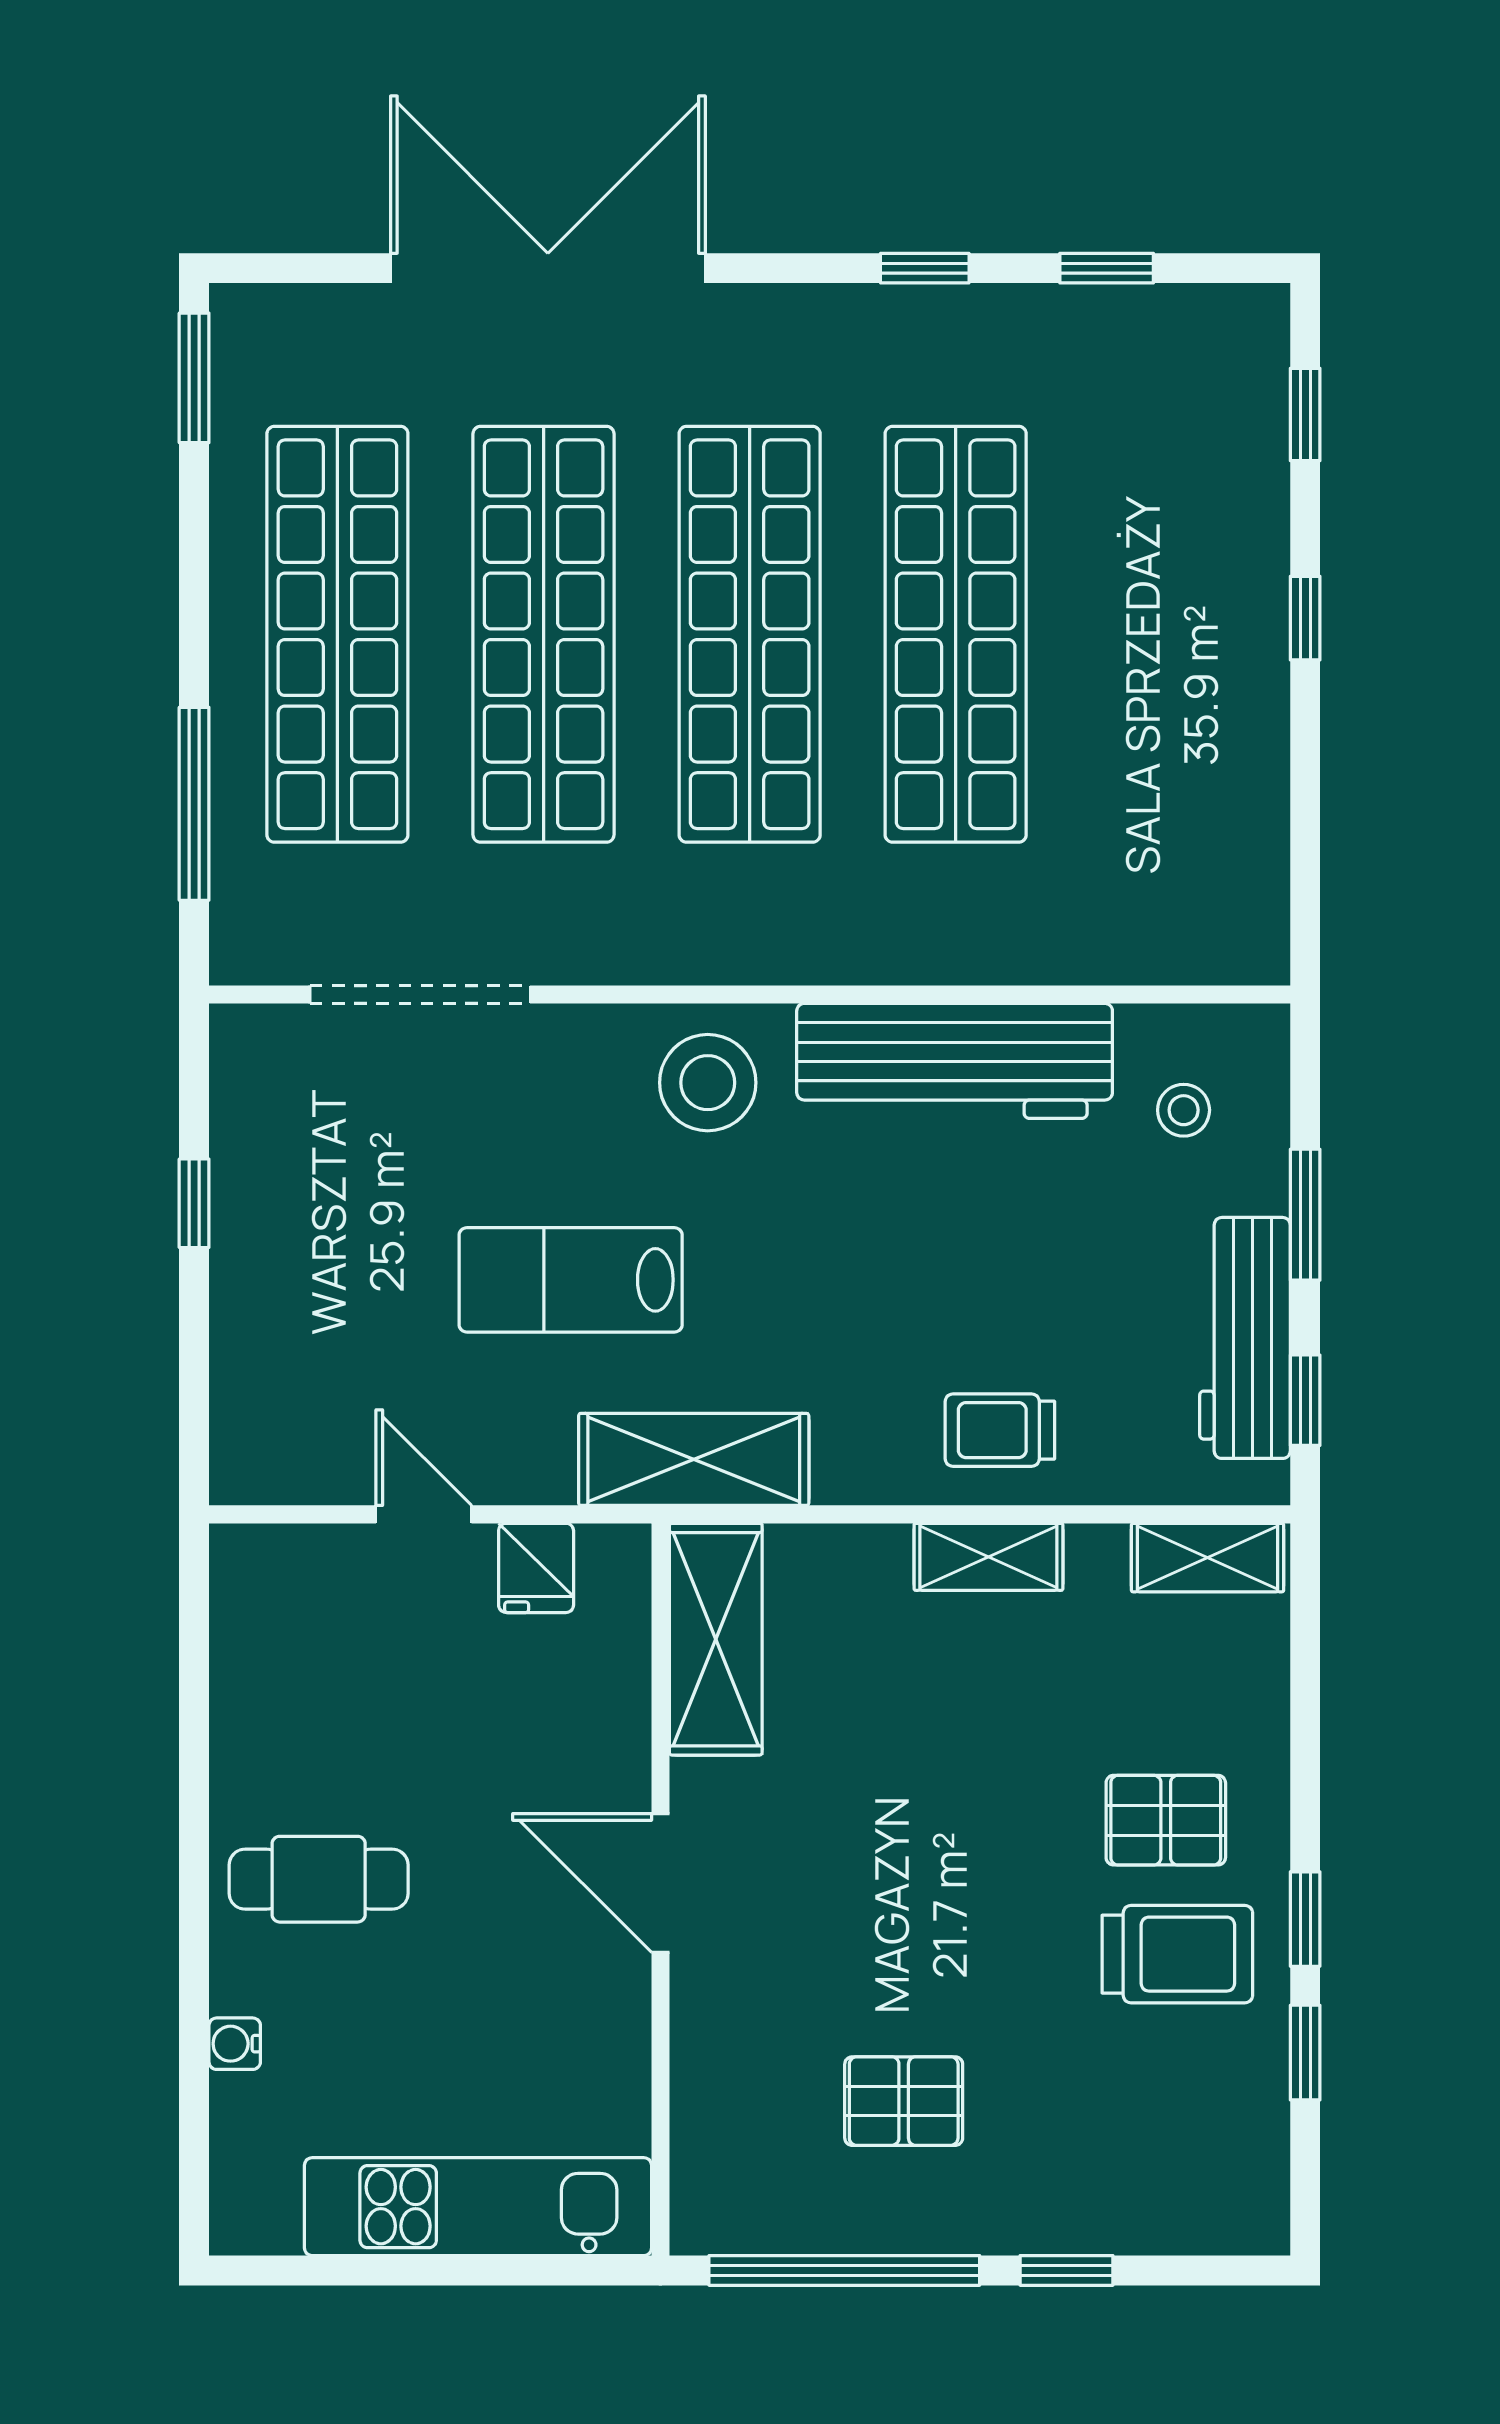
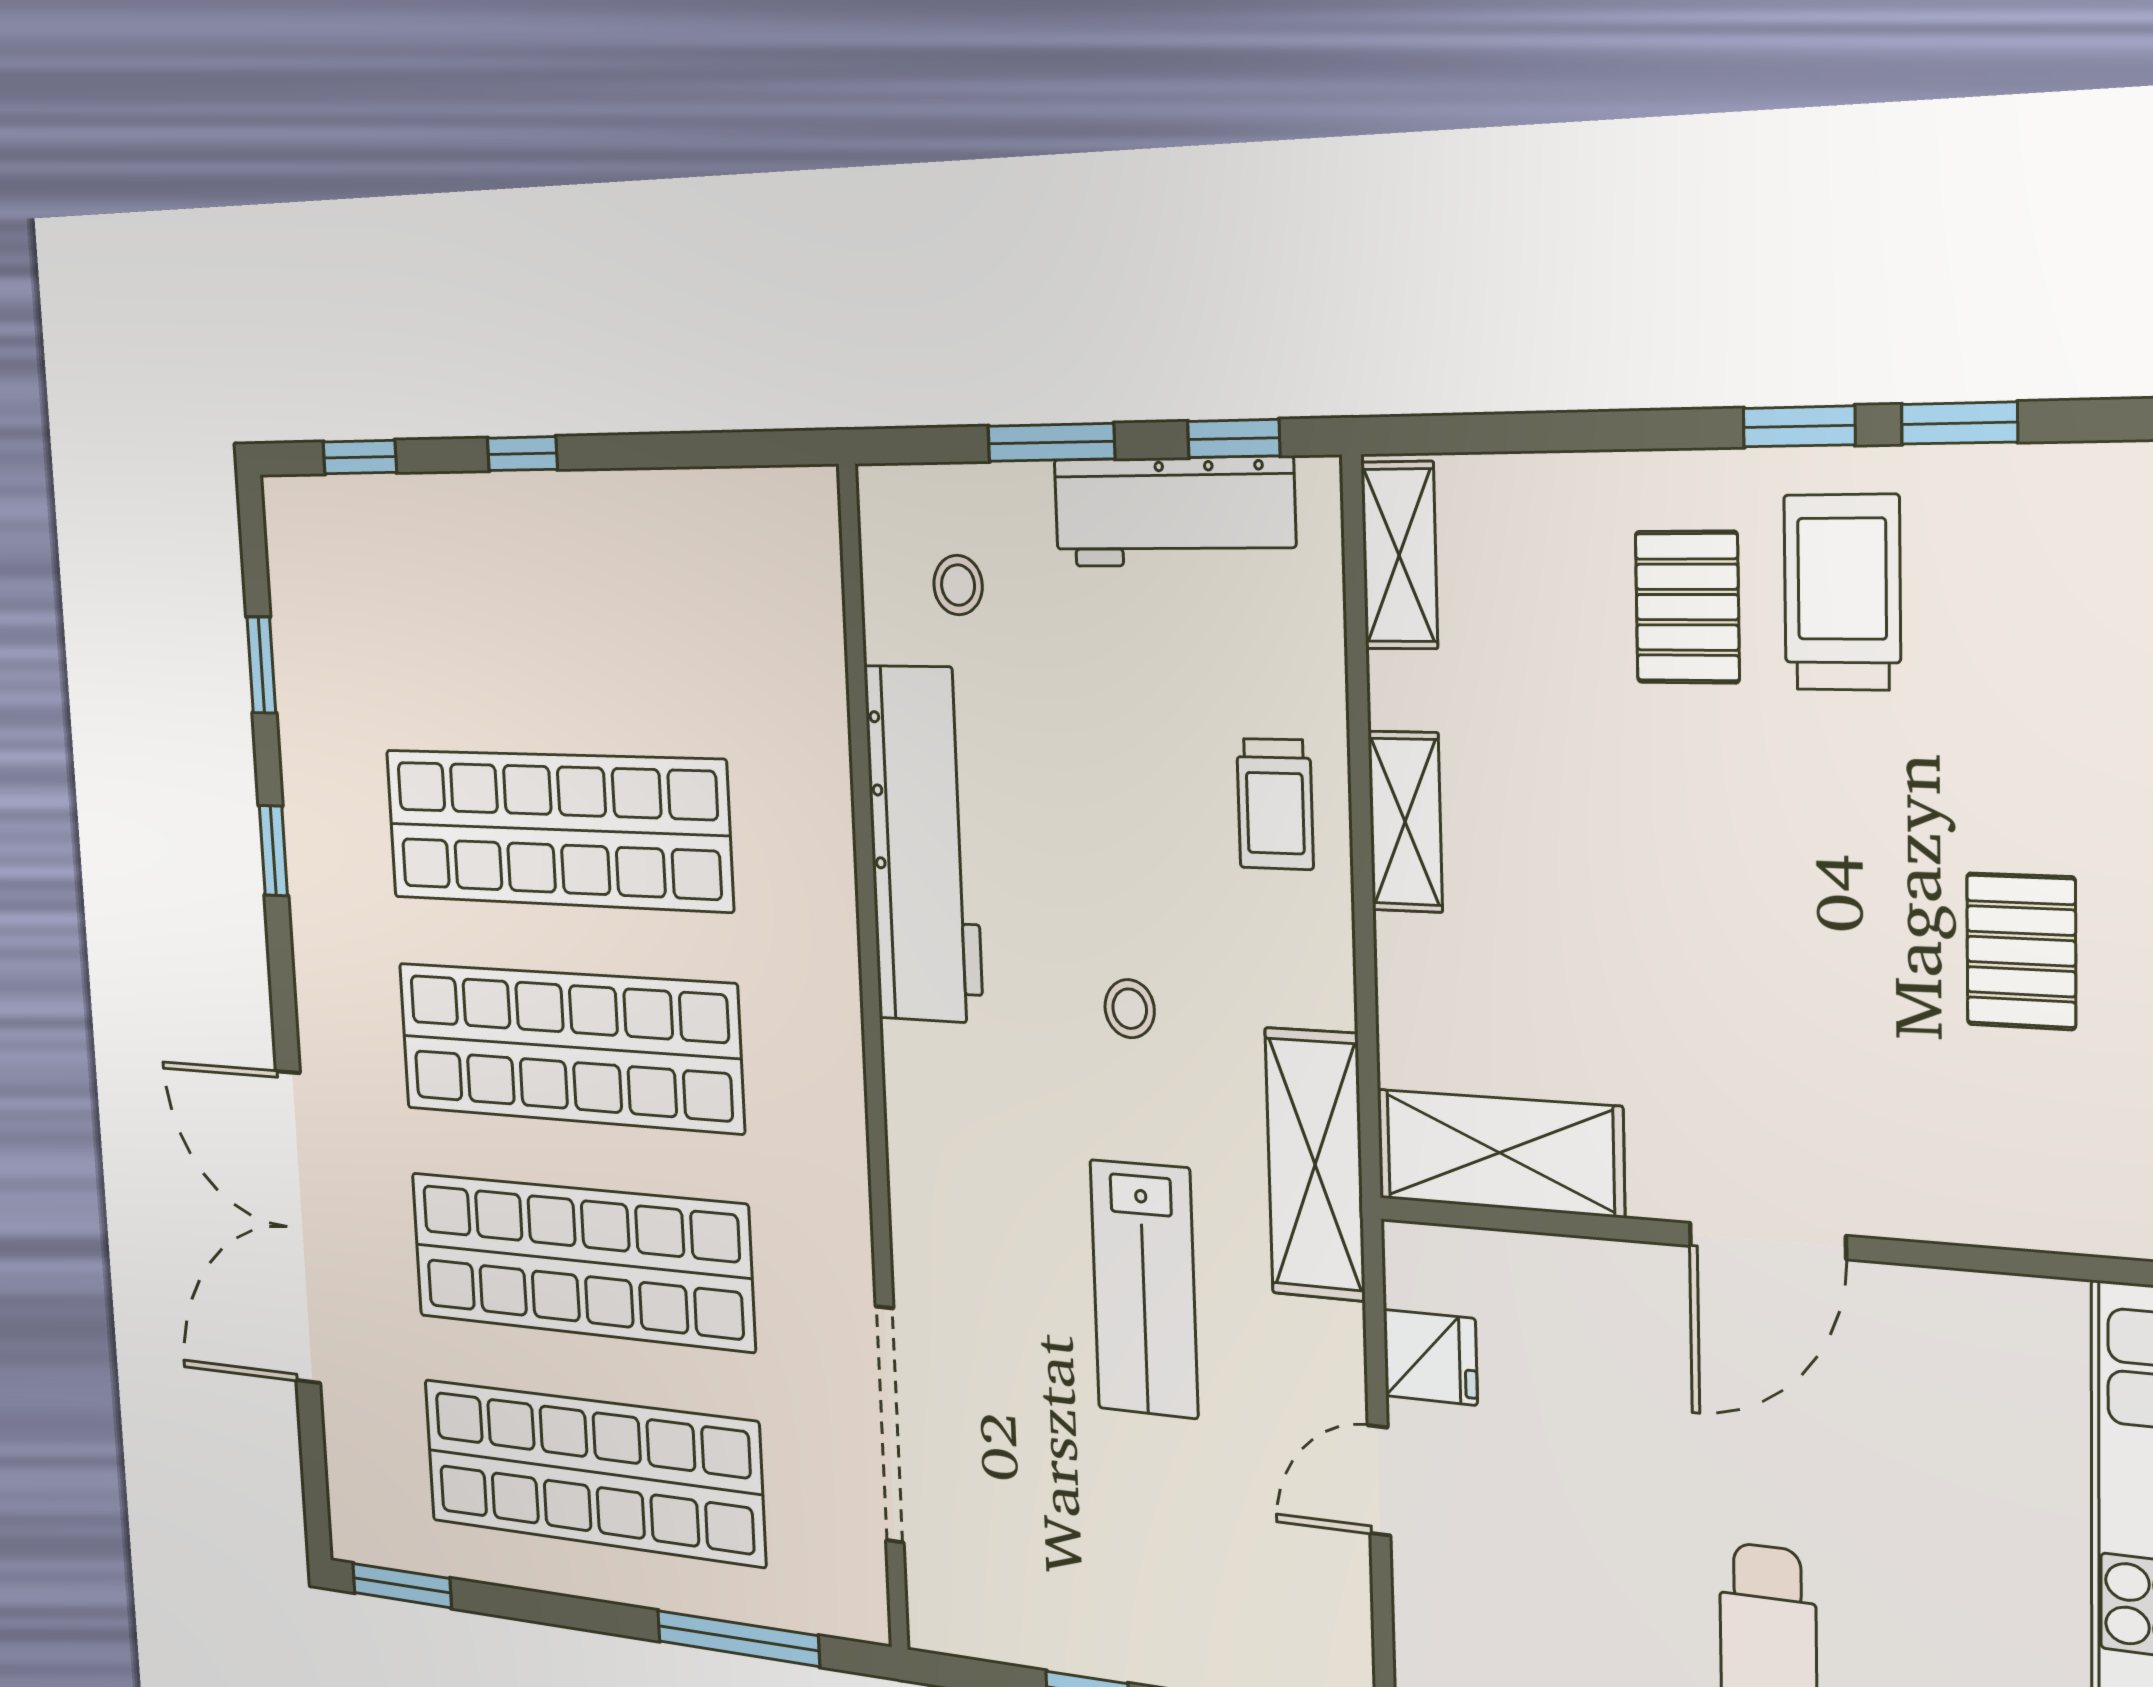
stool: (708, 1083) -> (1130, 1009), moved, width x0.53, depth x0.53

